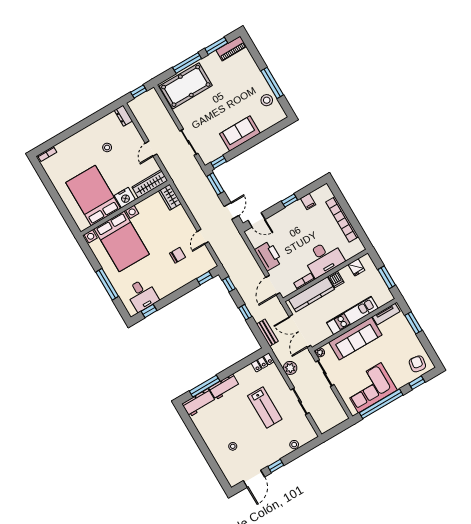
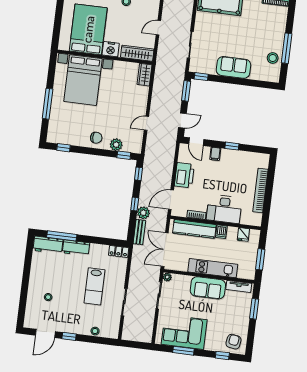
filing cabinet: (308, 202) -> (215, 154), moved
chair: (177, 255) -> (96, 138), moved
plant: (191, 274) -> (116, 145), added
desk: (142, 295) -> (67, 132), removed
sofa: (355, 339) -> (208, 288), width x0.73
plant: (290, 368) -> (143, 213), moved
window: (381, 404) -> (183, 351), width x0.47

